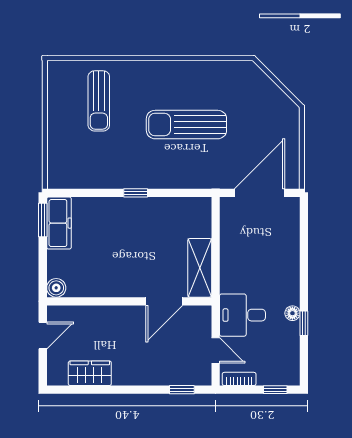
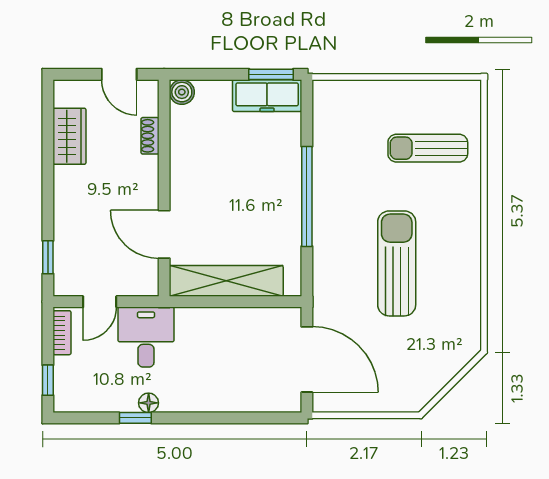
window: (136, 193) -> (307, 196), width x3.17
shelving: (200, 268) -> (226, 281), width x1.47
shoe rack: (89, 312) -> (150, 136), added

